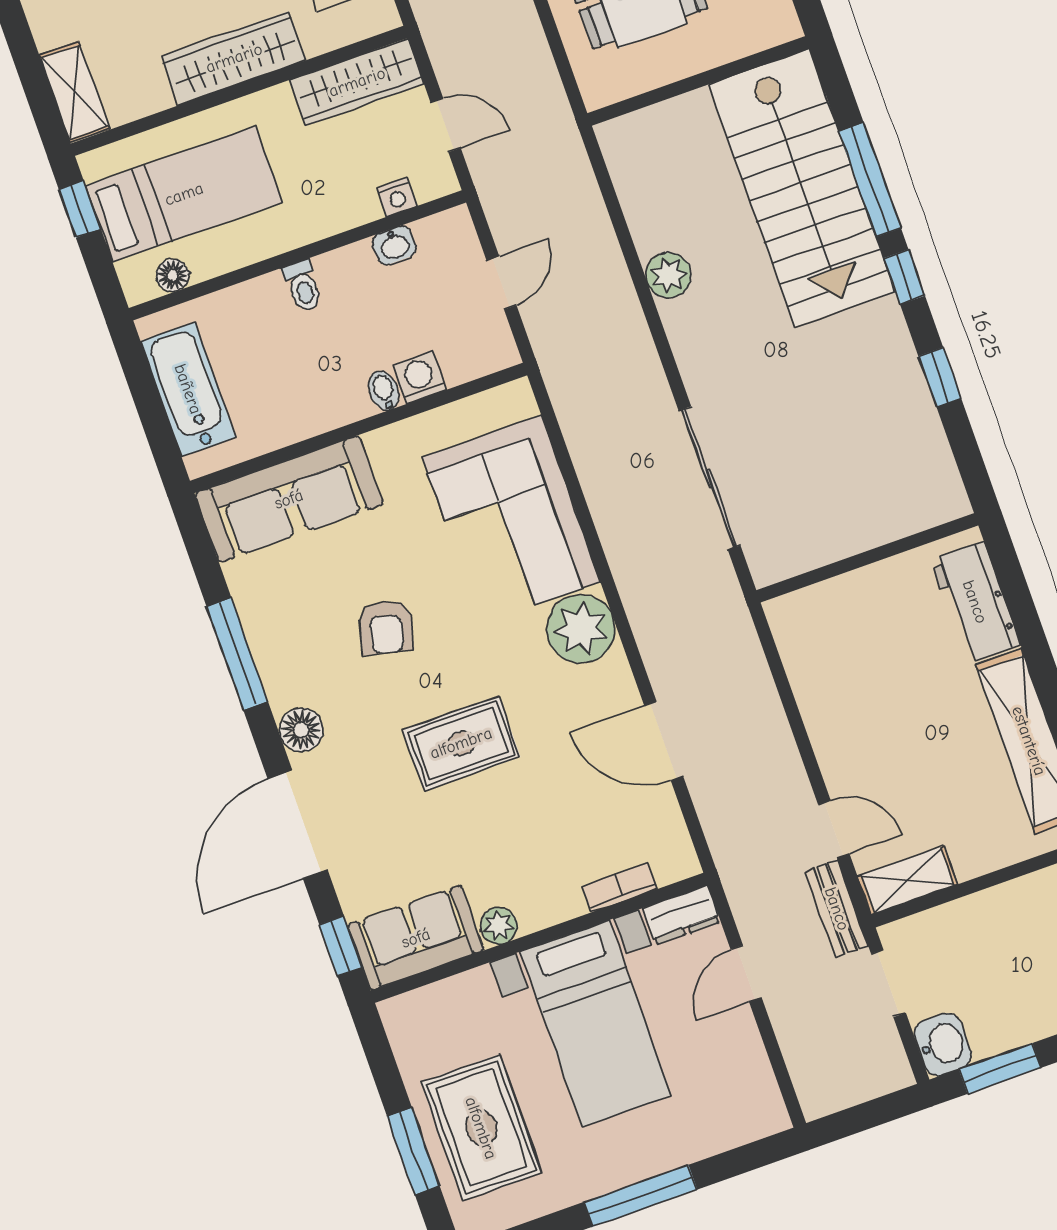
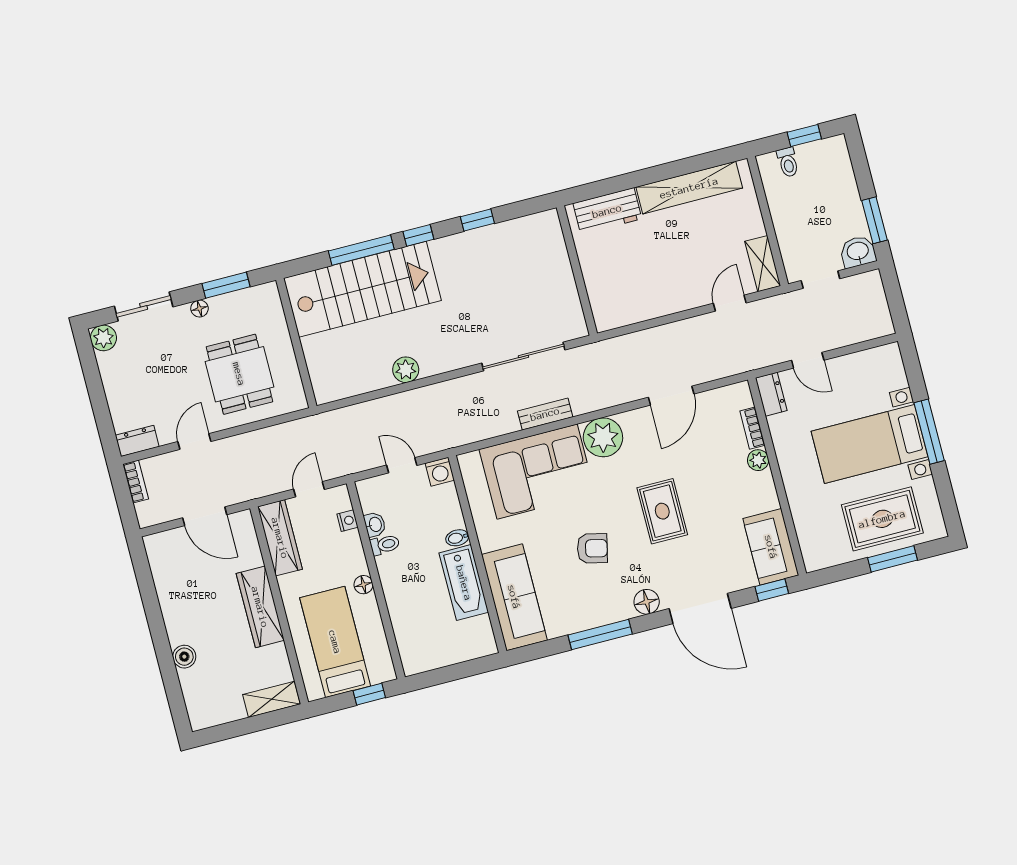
window: (80, 209) -> (369, 694), moved
floor lamp: (173, 275) -> (363, 585), moved
toilet: (303, 286) -> (385, 545), moved
washing machine: (420, 377) -> (440, 472), moved, turned -90
bathtub: (188, 389) -> (464, 583), moved, turned -90
bench: (837, 909) -> (545, 414), moved
plant: (499, 926) -> (758, 460), moved
bed with nightstands: (596, 1024) -> (870, 444), moved, turned 180

